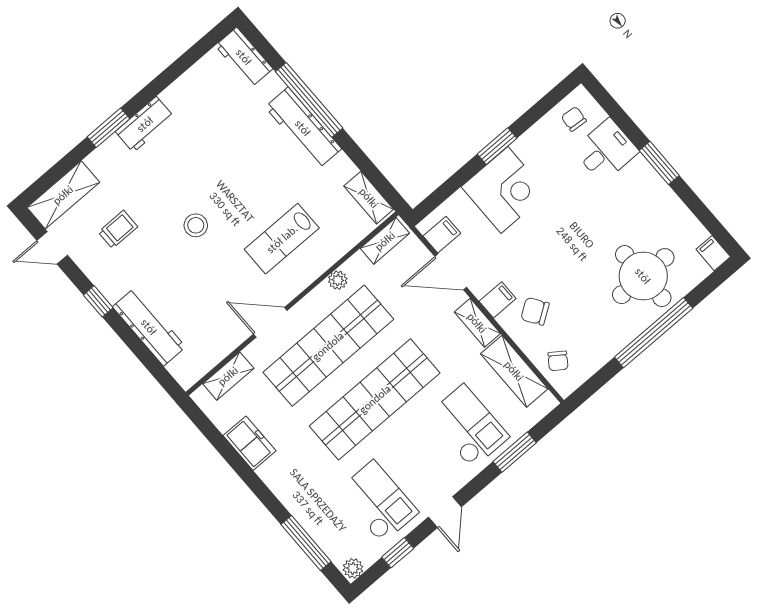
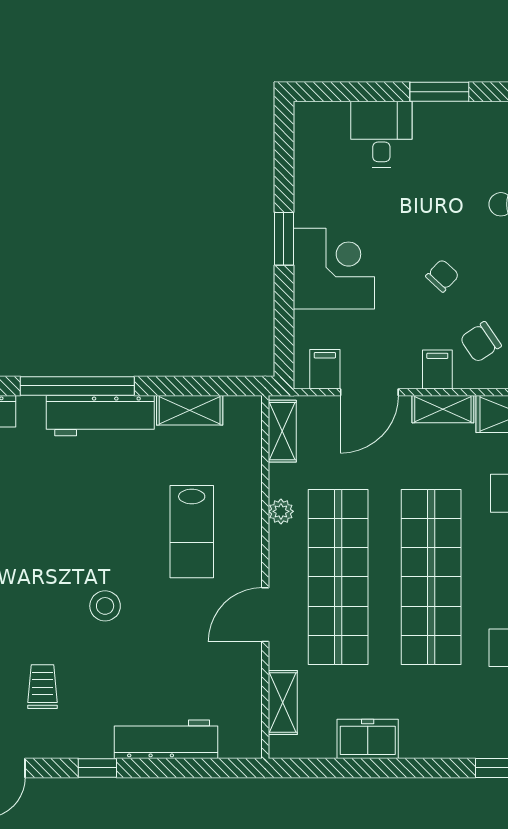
chair: (574, 119) -> (442, 276), moved, turned 128
shelving: (369, 198) -> (190, 410), moved

